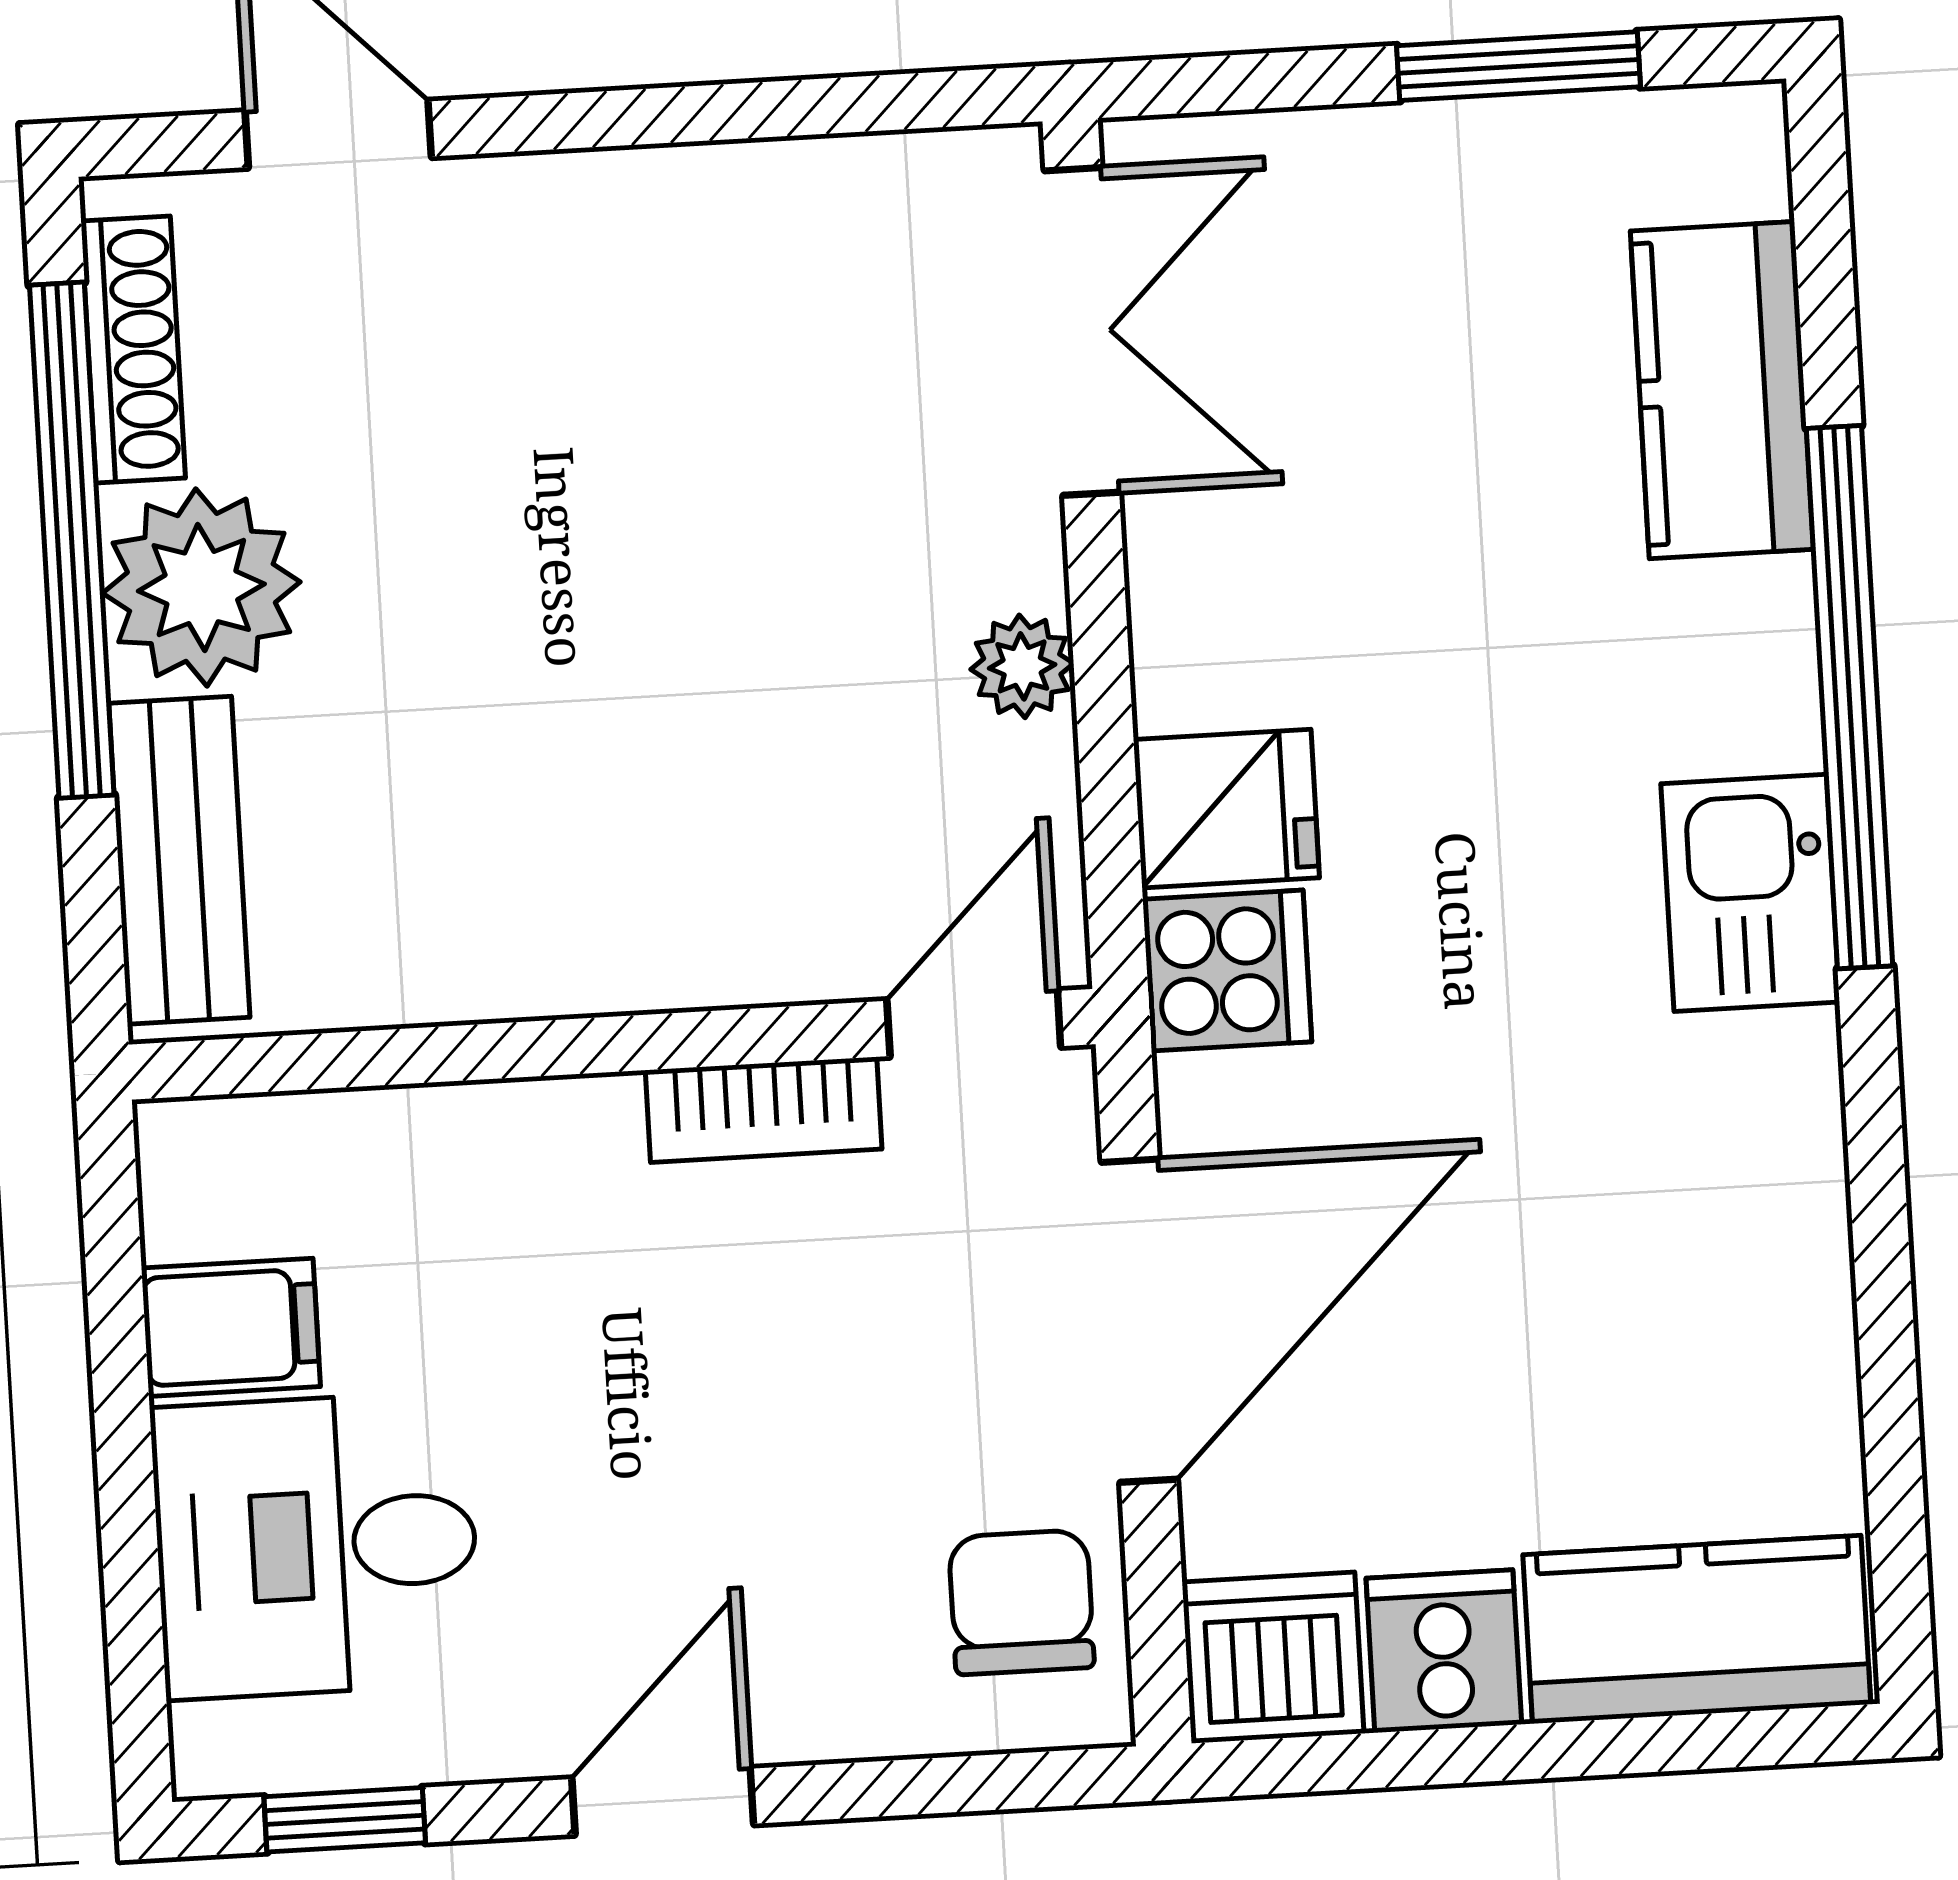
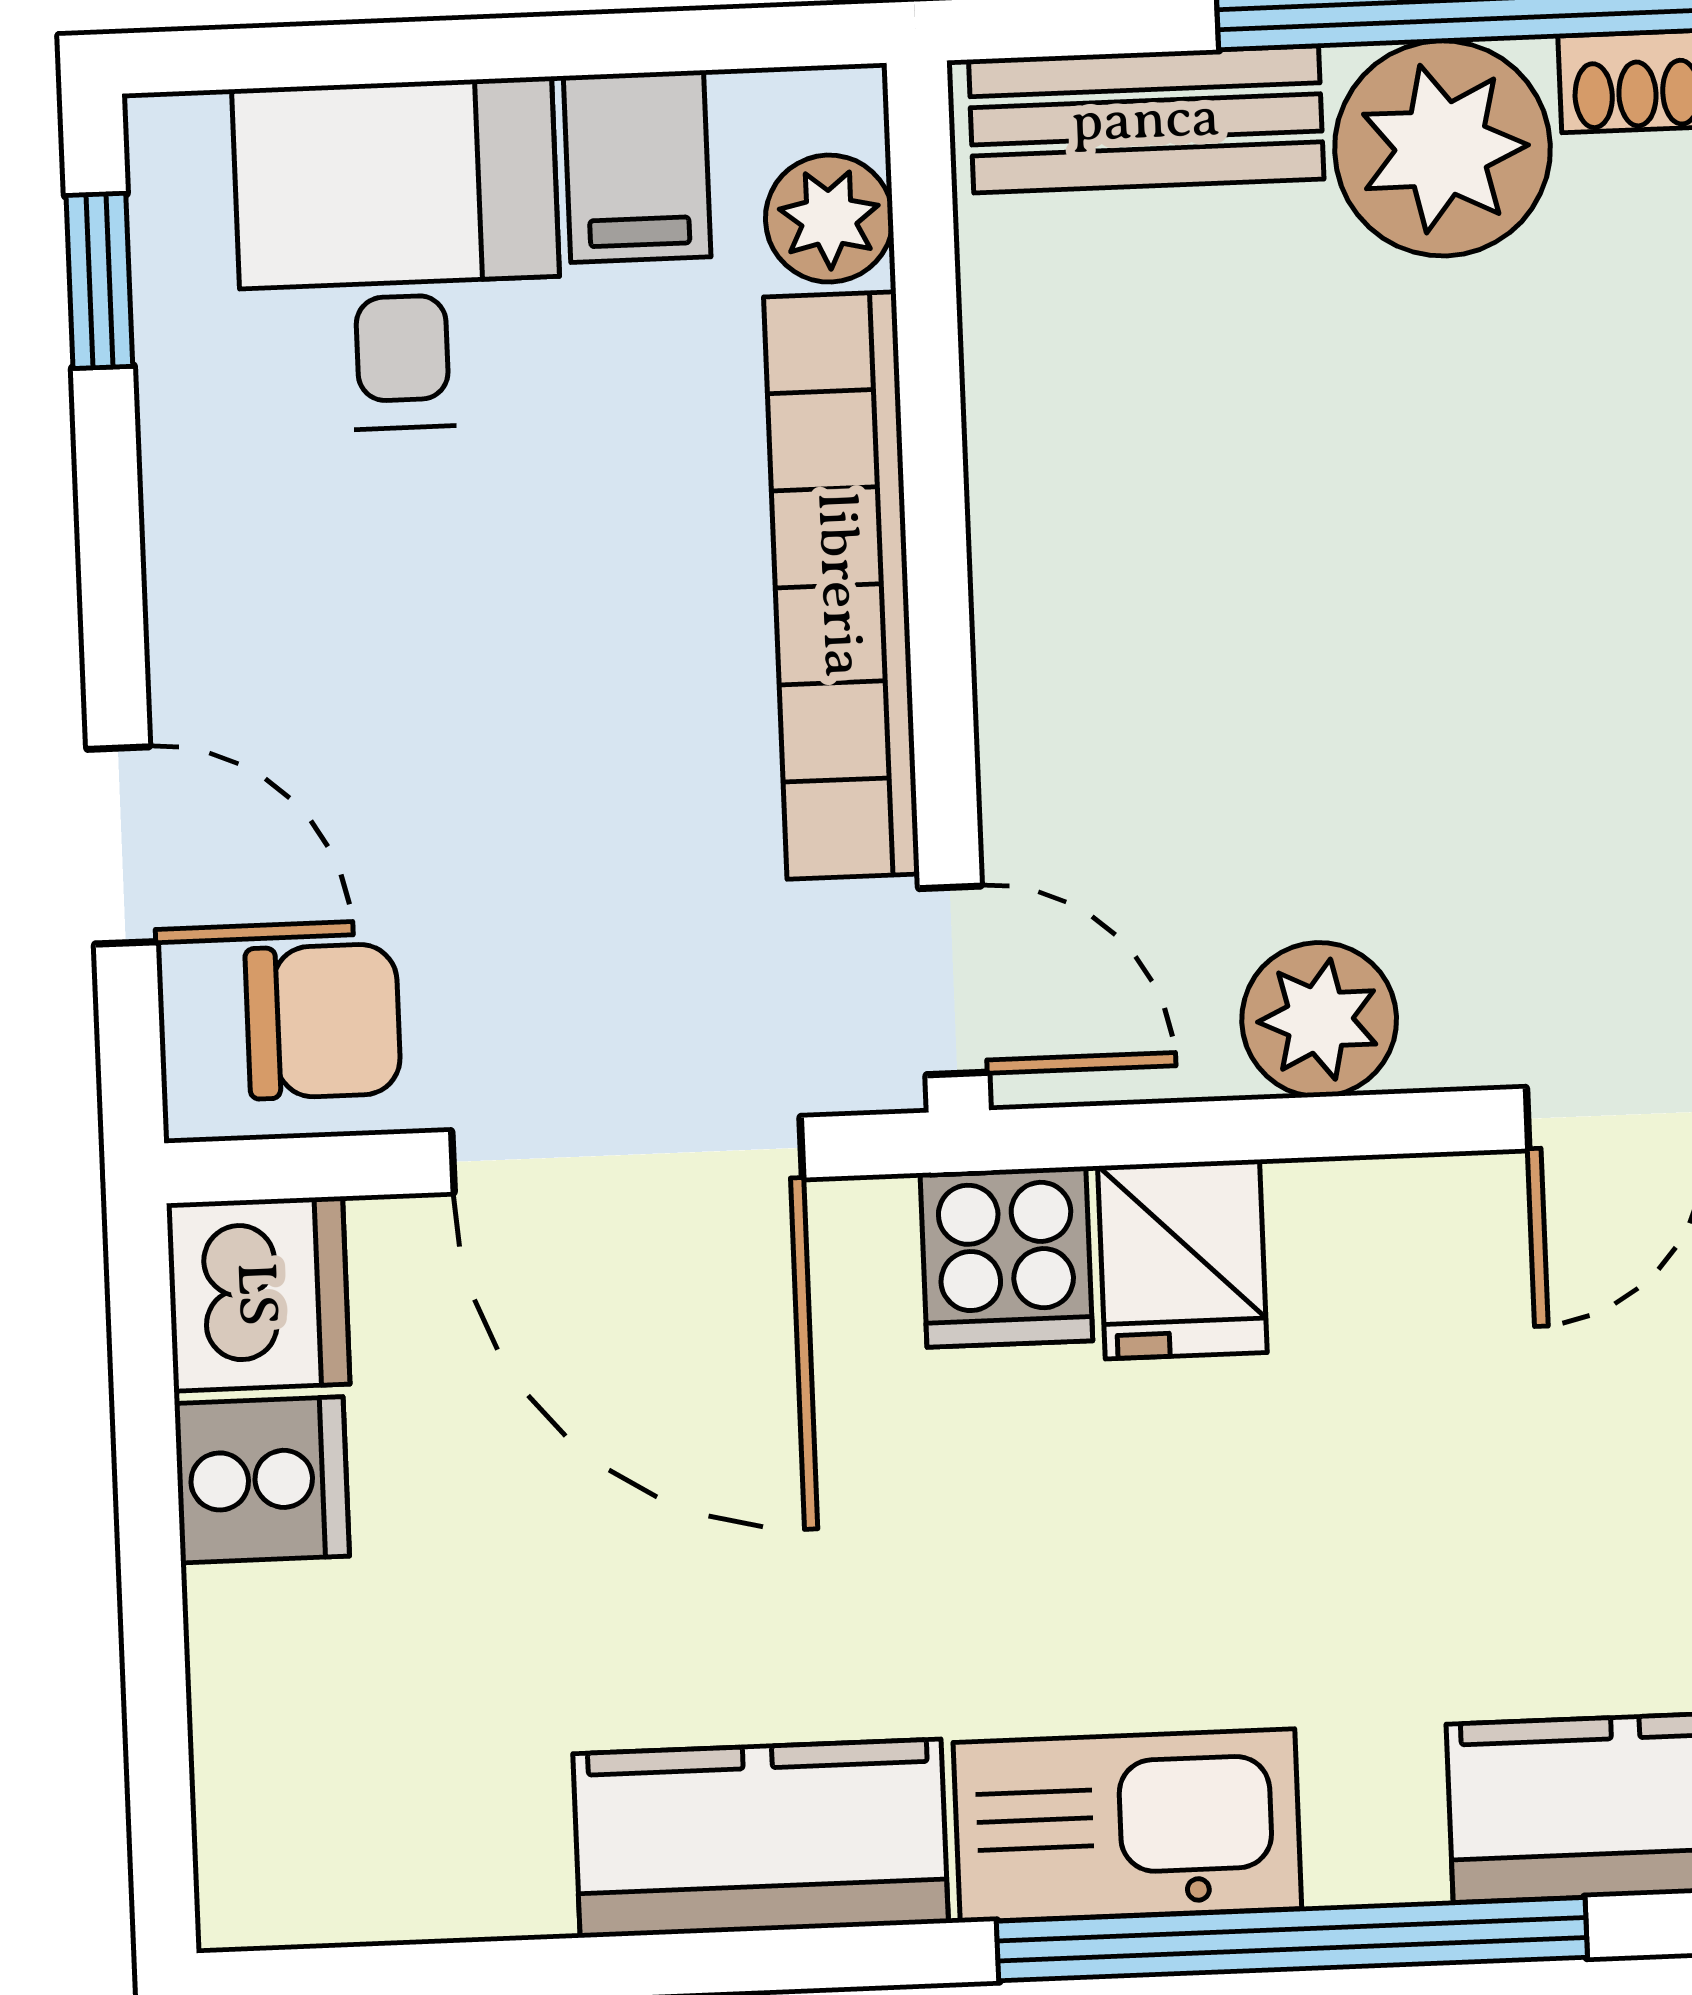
plant: (1022, 666) -> (1319, 1020), width x1.38, depth x1.38
kitchen sink: (1750, 893) -> (1127, 1826), width x1.38
bookcase: (764, 1110) -> (841, 585), width x2.31, depth x1.31
plant: (276, 1150) -> (829, 219), added
kitchen counter: (1697, 1629) -> (761, 1838), moved, turned -90
door: (663, 1801) -> (122, 845), moved

